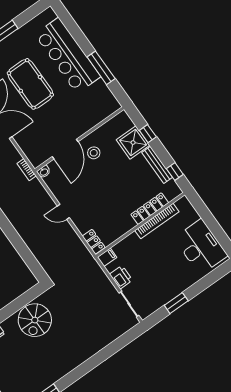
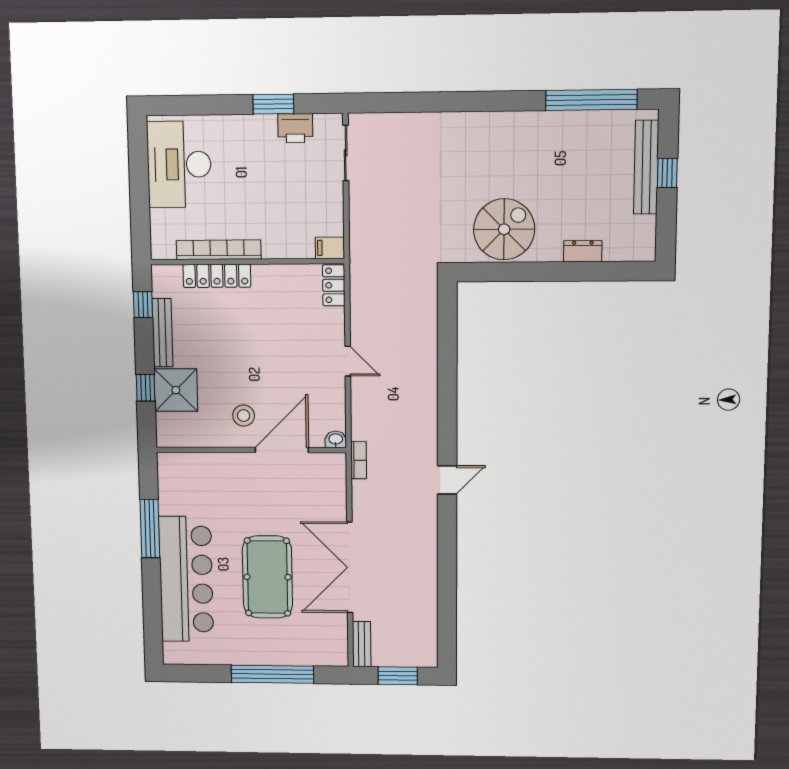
printer: (121, 277) -> (295, 128), moved, turned -90

